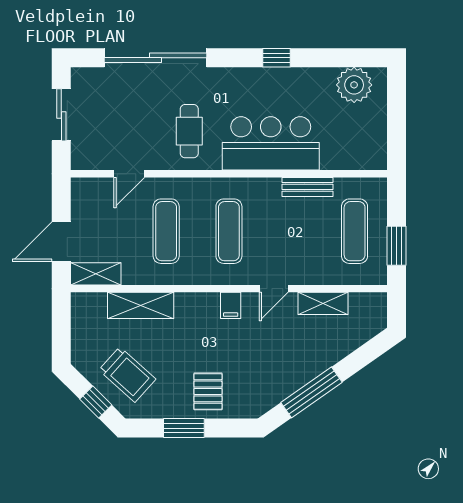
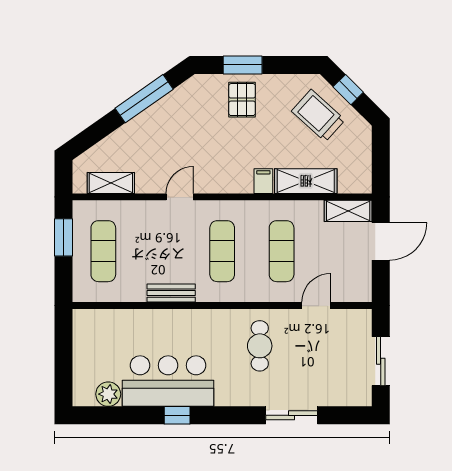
sliding door: (156, 58) -> (292, 415), width x0.54
plant: (354, 85) -> (108, 394), width x0.73, depth x0.73
bar counter: (271, 143) -> (168, 381), moved, turned 180
bench: (308, 187) -> (171, 293), moved
shelving: (323, 303) -> (111, 183), moved
filing cabinet: (231, 305) -> (263, 181), moved
window: (184, 428) -> (243, 65), moved

